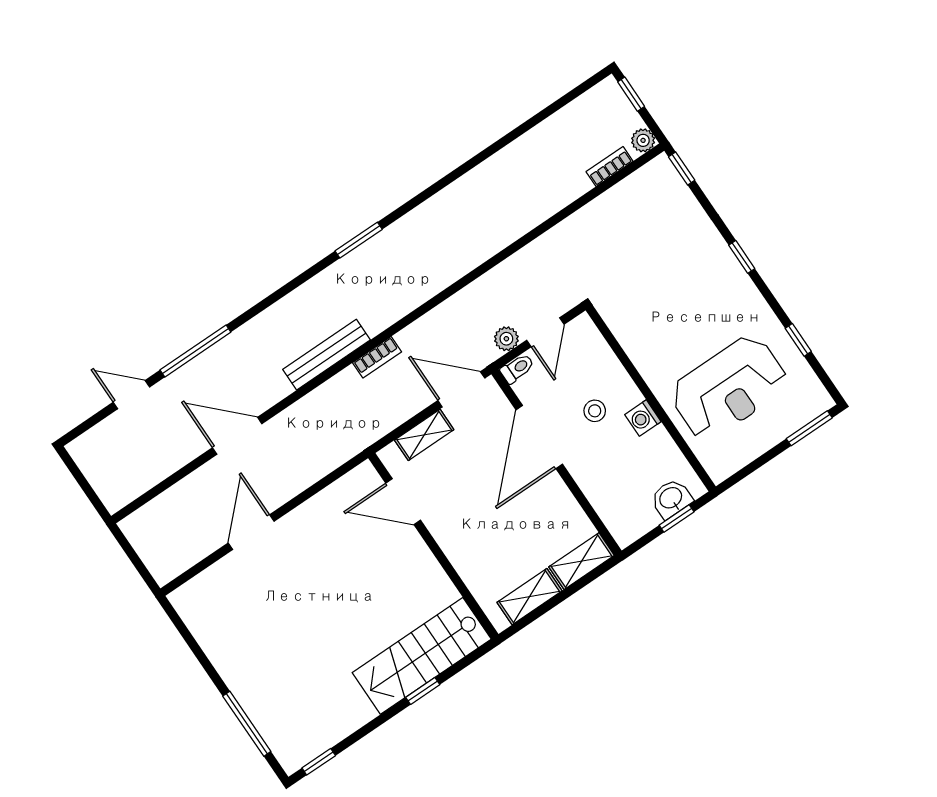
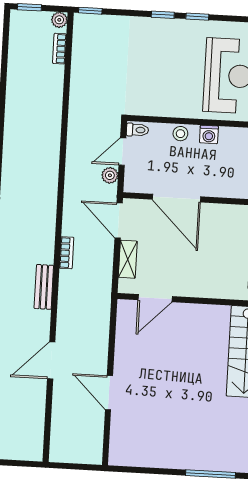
door: (545, 332) -> (122, 152), swing flipped
window: (798, 340) -> (197, 17), moved
bench: (327, 355) -> (44, 287), width x0.73
toilet: (517, 368) -> (137, 130), moved, turned 90
door: (461, 389) -> (119, 220), hinge flipped
stool: (595, 411) -> (180, 134), moved

